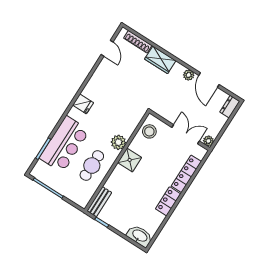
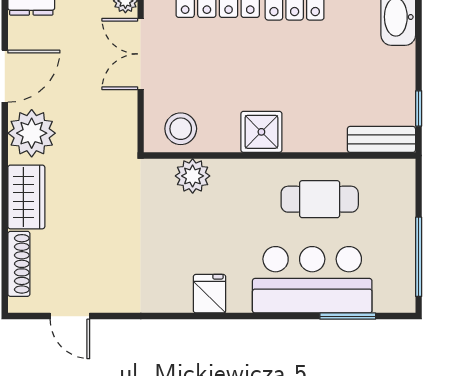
door: (107, 48) -> (70, 316), swing flipped
plant: (189, 75) -> (32, 133), width x1.87, depth x1.87
plant: (118, 142) -> (193, 176), moved

